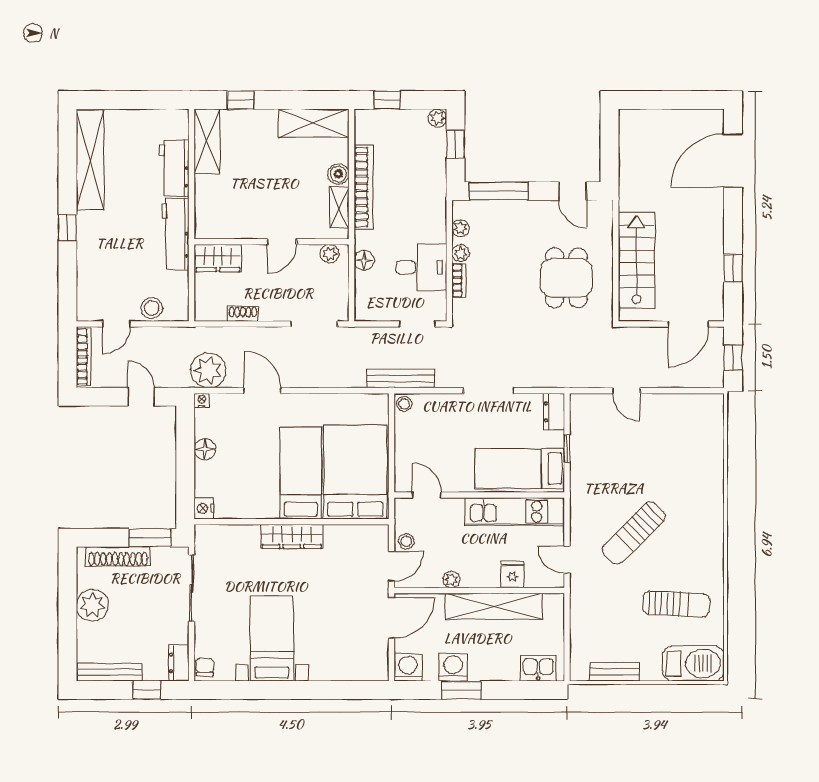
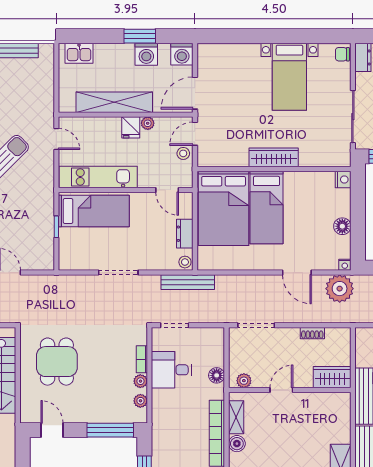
dresser: (554, 412) -> (185, 234), moved, turned 180
fridge: (512, 574) -> (131, 127), moved
chair: (205, 667) -> (342, 54), turned 90

